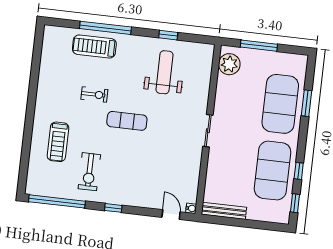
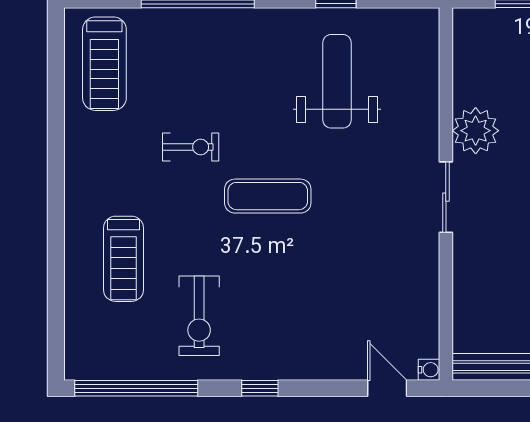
treadmill: (94, 46) -> (104, 64), moved, turned -90
plant: (229, 64) -> (476, 131), moved

